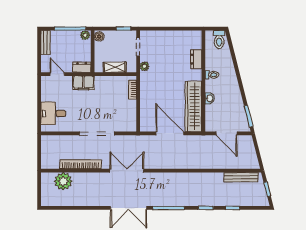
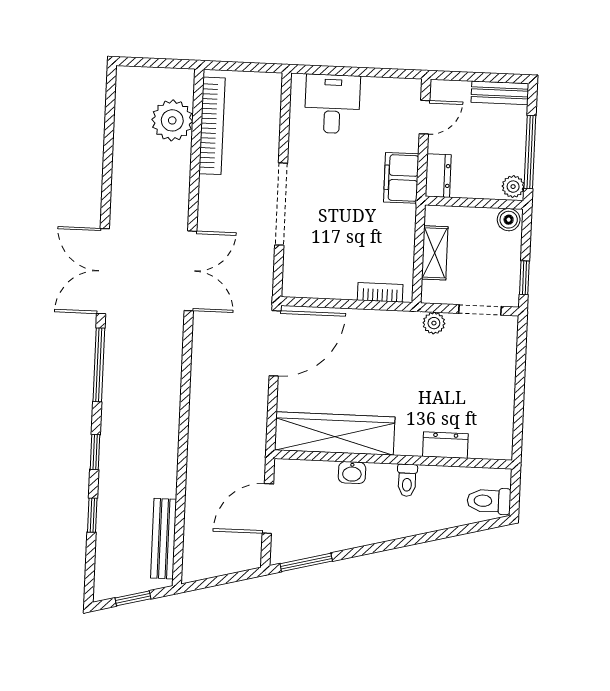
door: (170, 133) -> (275, 343), moved
bookcase: (81, 164) -> (212, 126), moved

